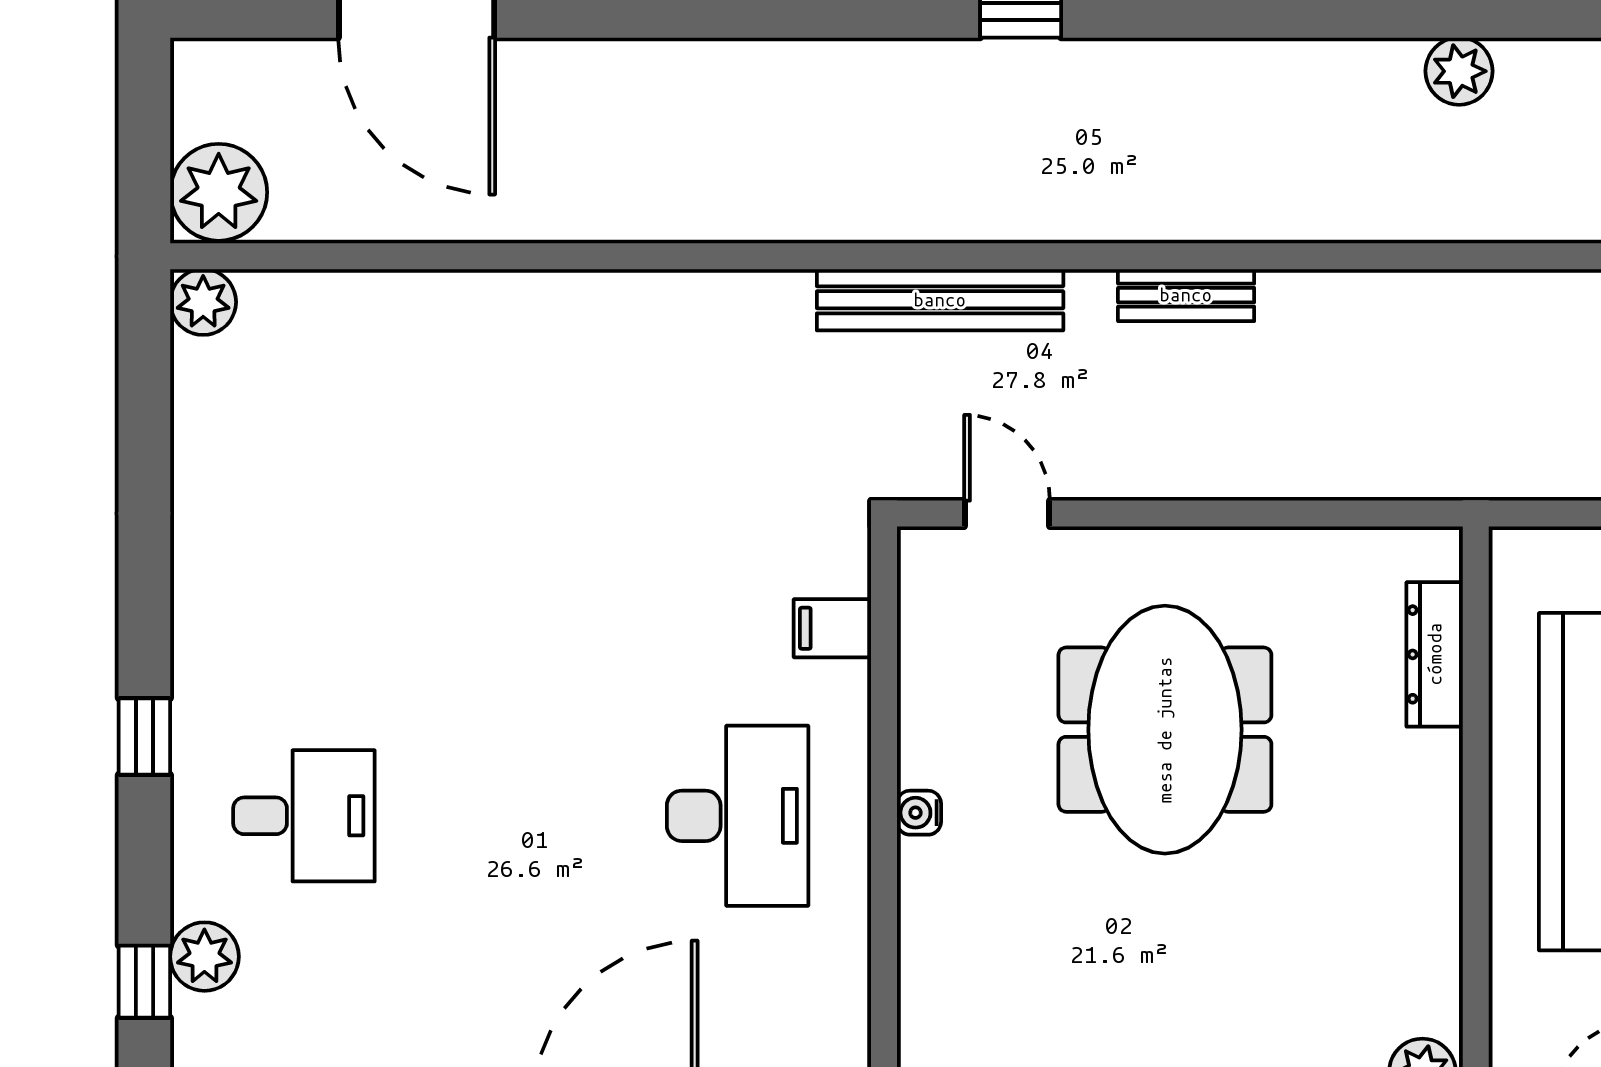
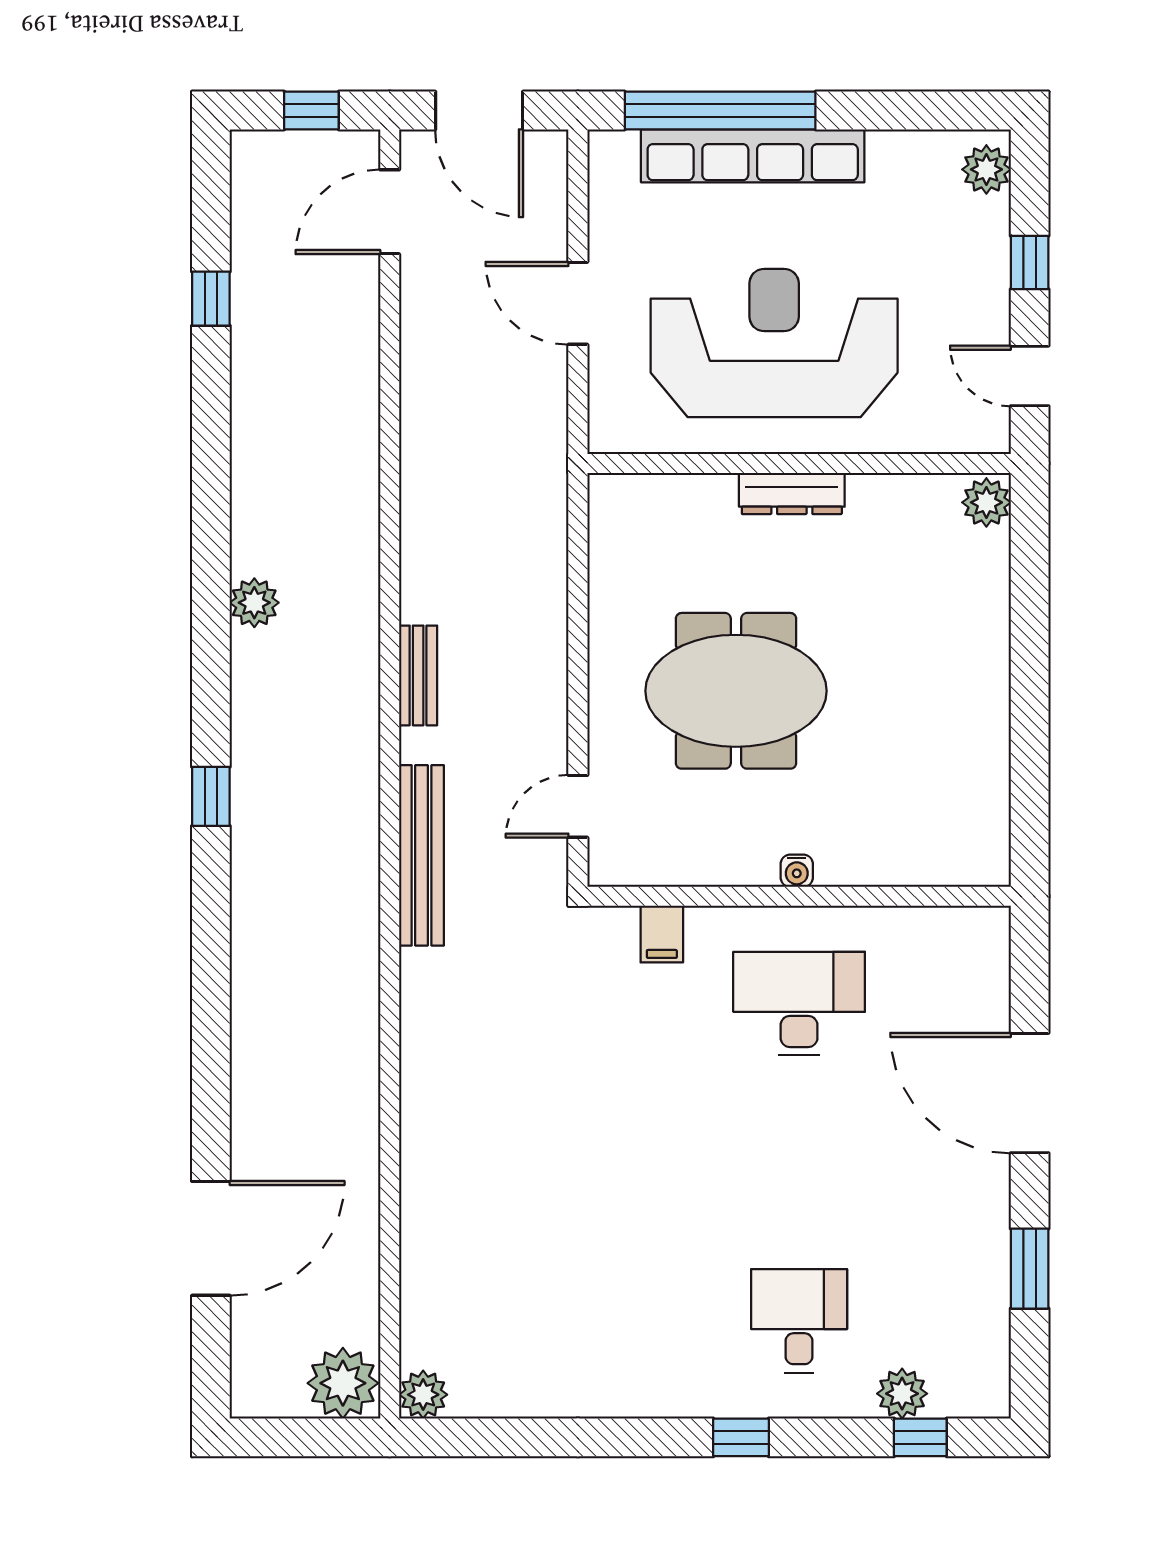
plant: (1459, 71) -> (254, 603), moved
dresser: (1435, 654) -> (792, 494), moved

